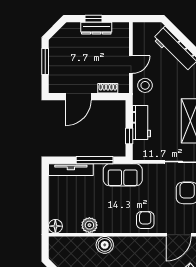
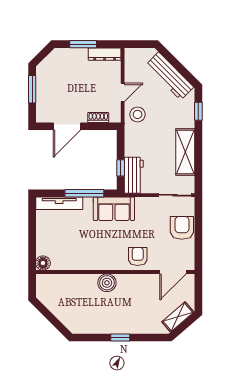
window: (94, 19) -> (83, 44), width x1.50
dresser: (96, 28) -> (105, 54), moved
workbench: (141, 122) -> (134, 175), moved
plant: (89, 225) -> (79, 262), removed
boiler: (105, 245) -> (107, 283), moved

